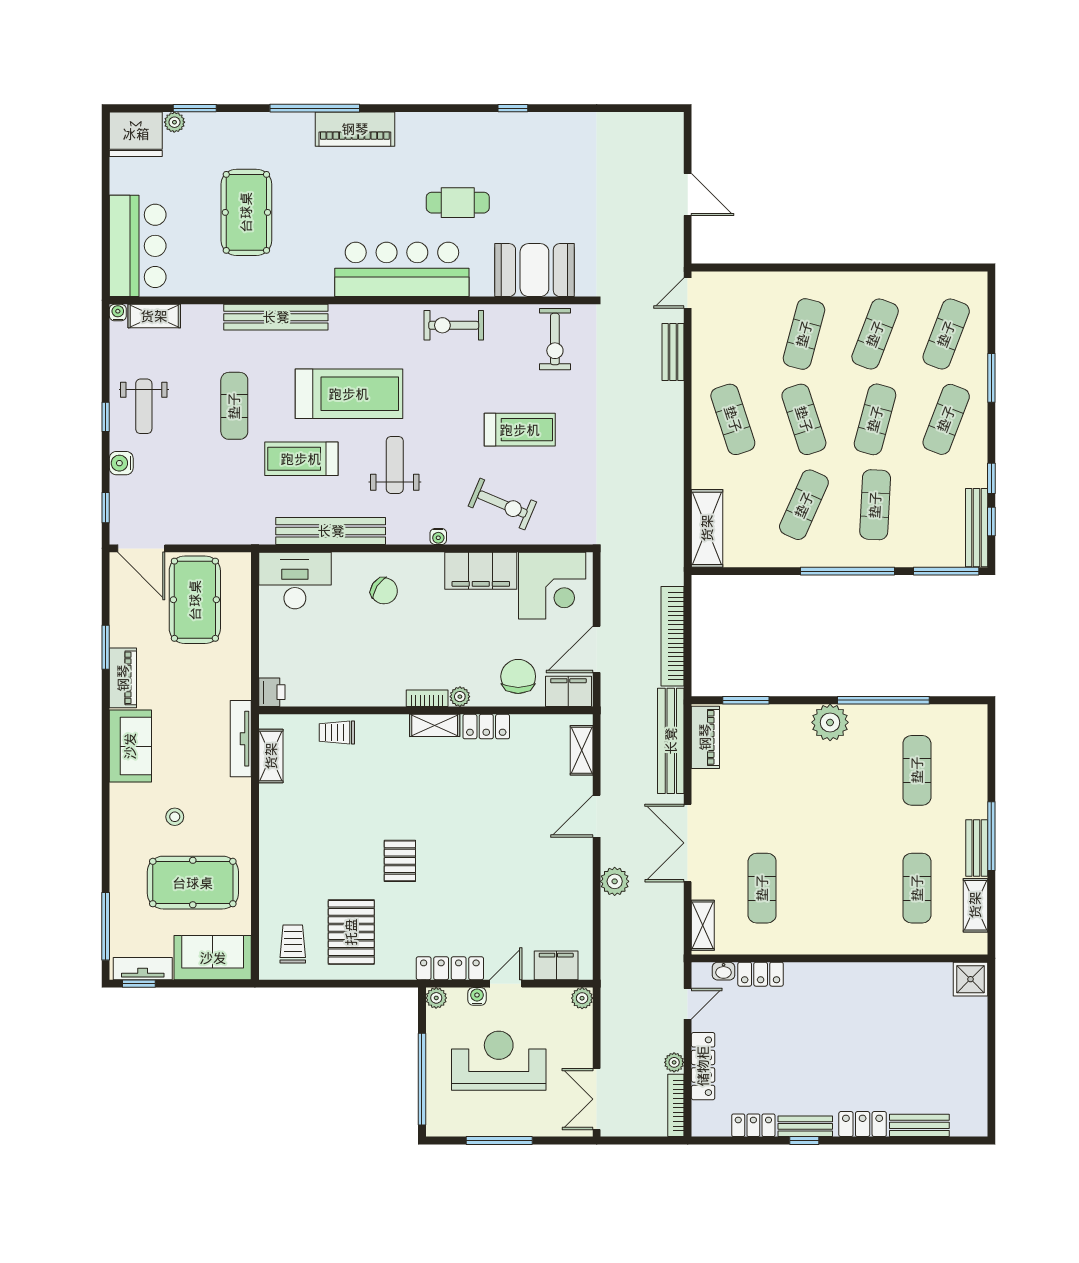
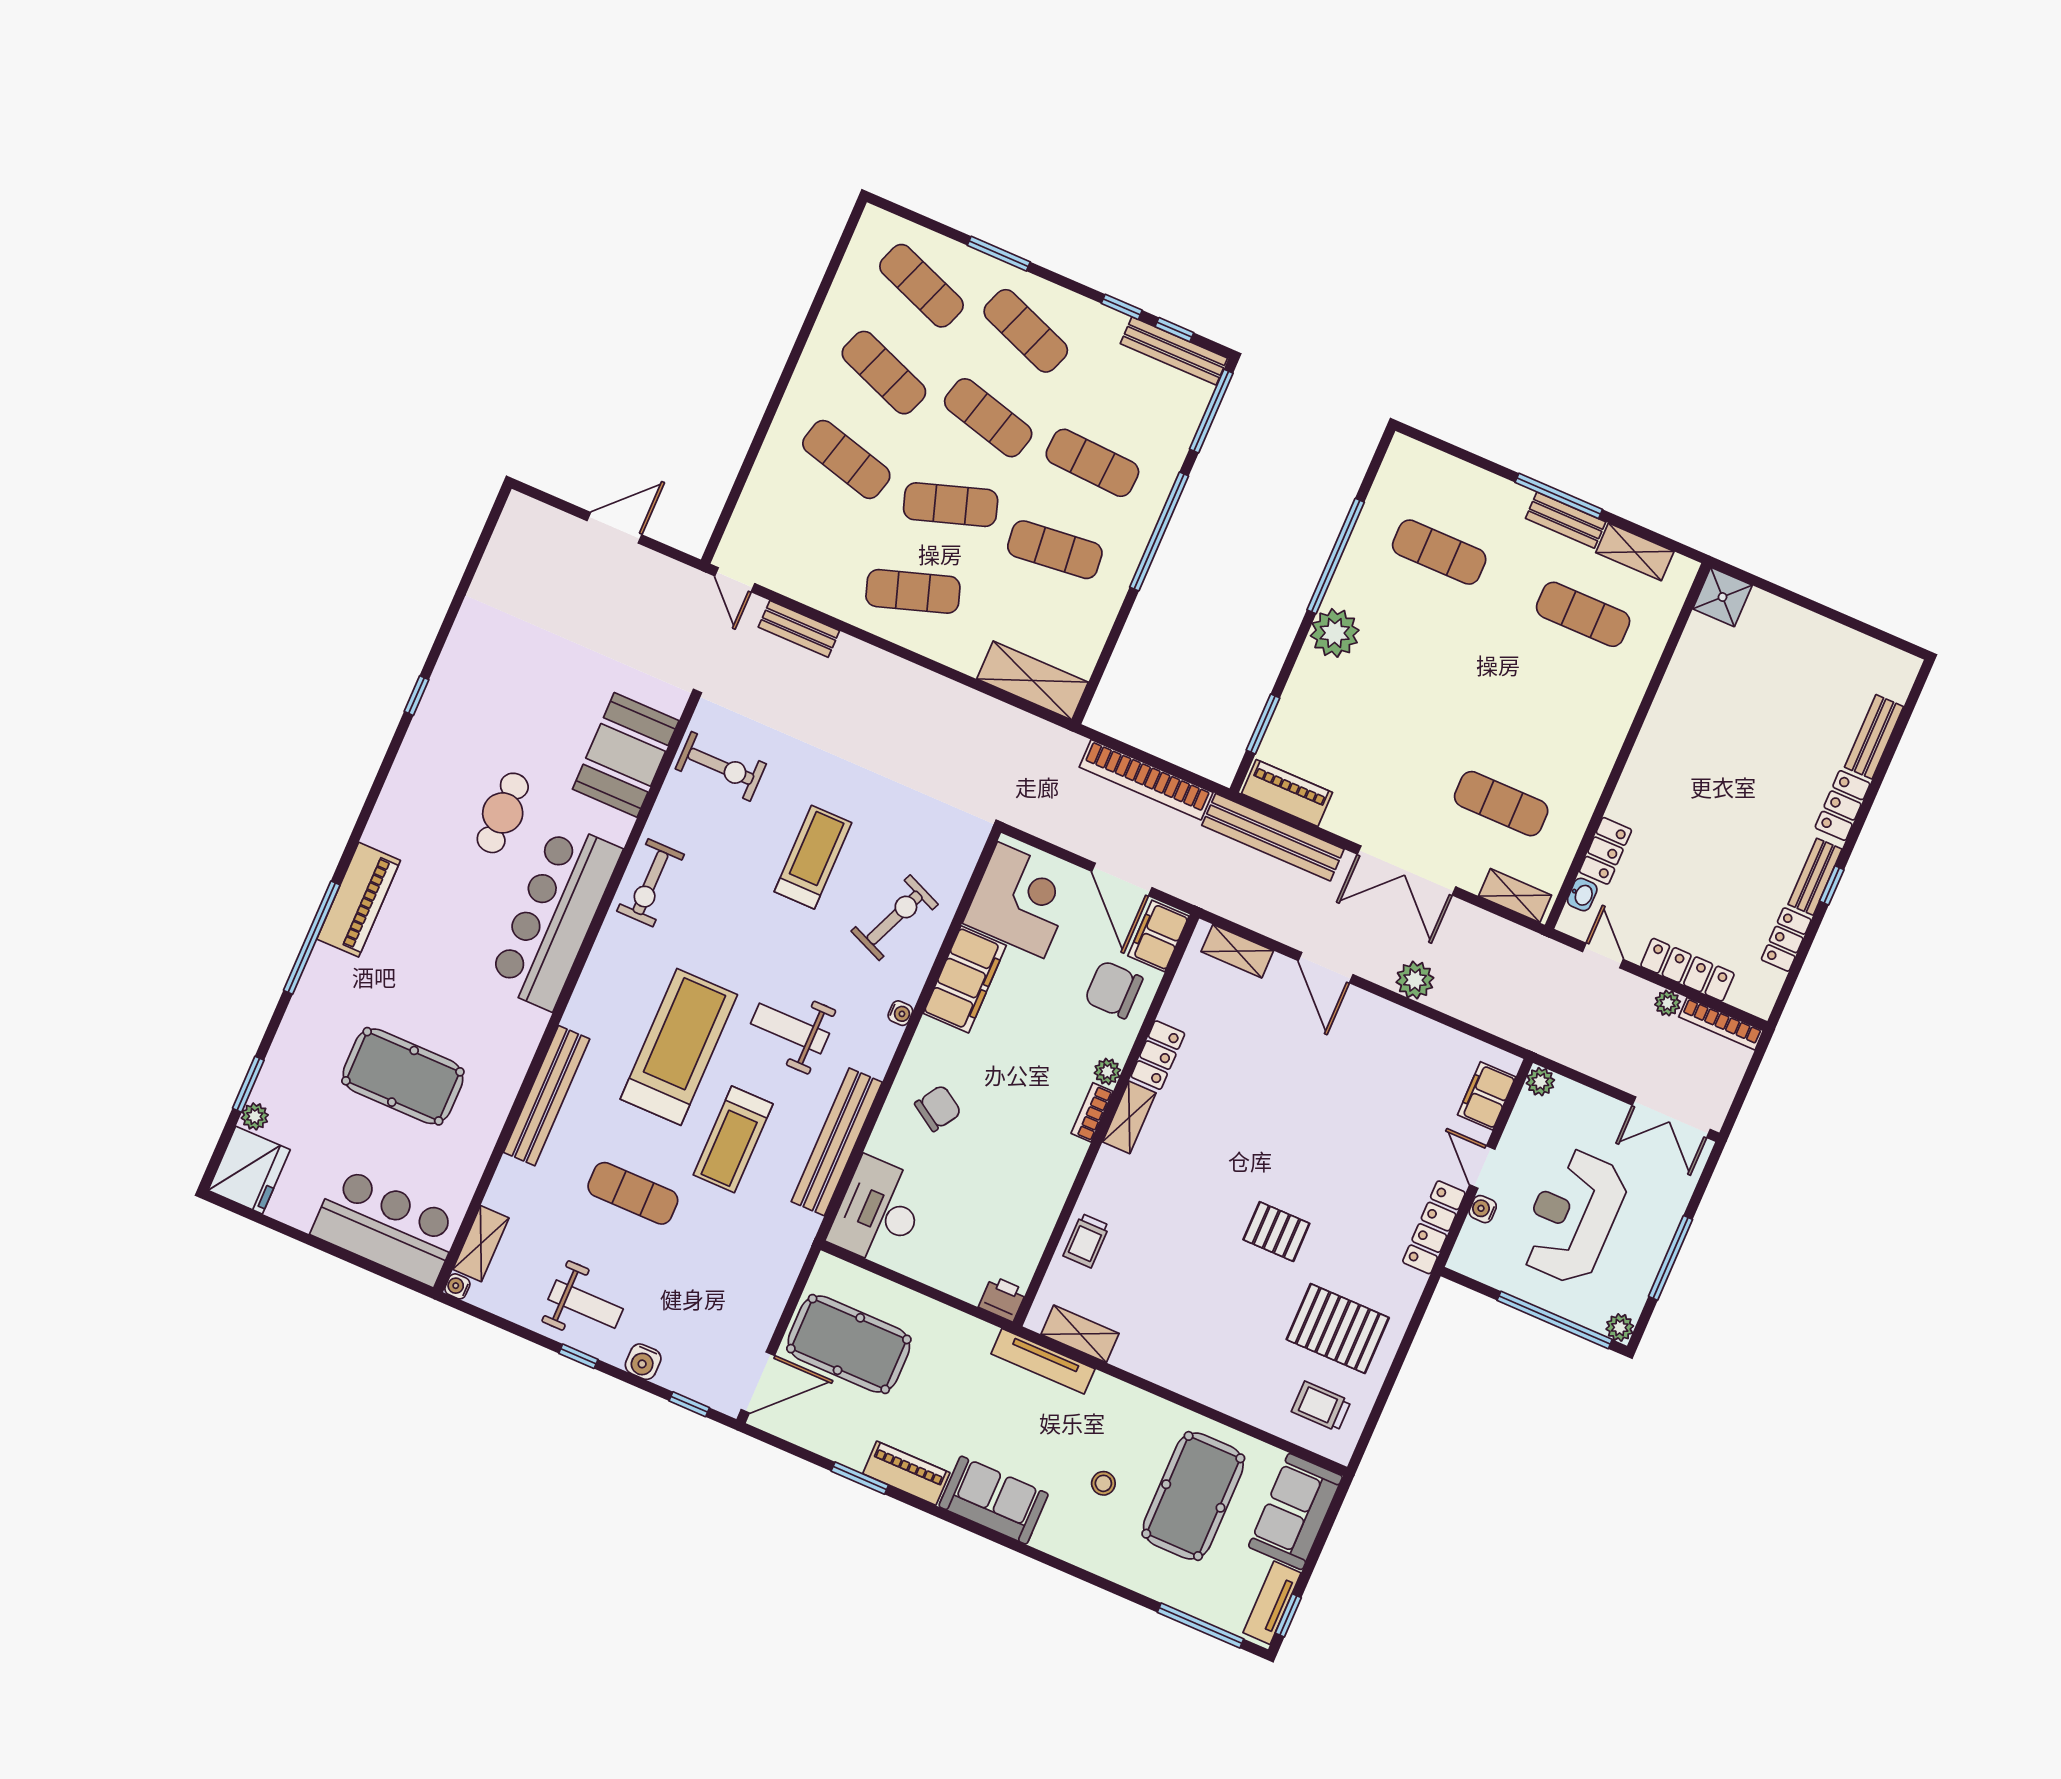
exercise mat: (804, 505) -> (1055, 550), turned -30
plant: (436, 998) -> (1620, 1327), moved

